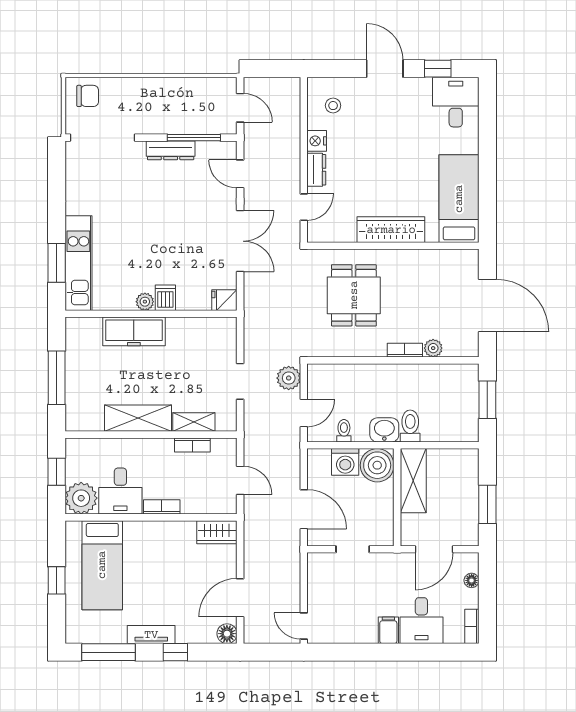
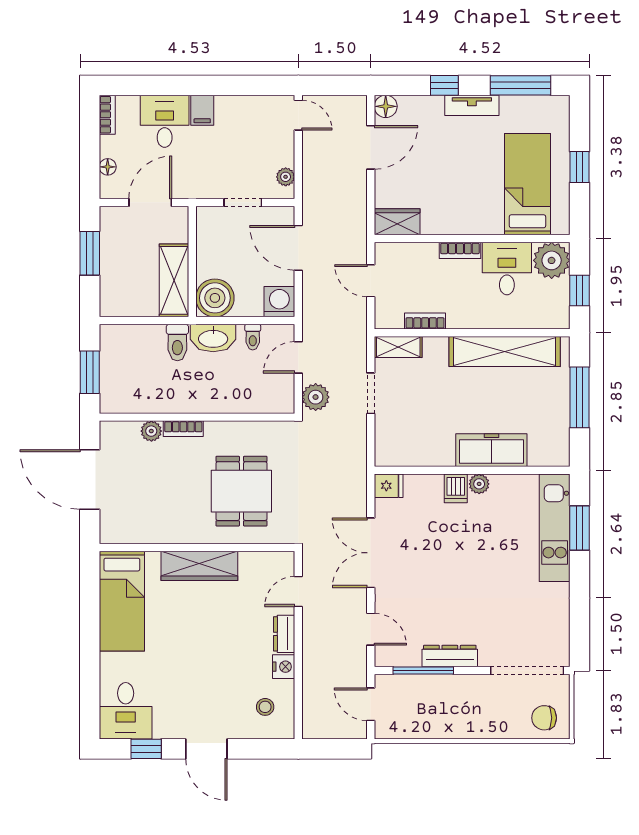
shelving: (138, 418) -> (505, 351), width x1.47
shelving: (194, 422) -> (398, 347), moved
washbasin: (384, 430) -> (213, 338), width x1.38
washing machine: (345, 462) -> (279, 302), moved
plant: (315, 572) -> (286, 177), added

